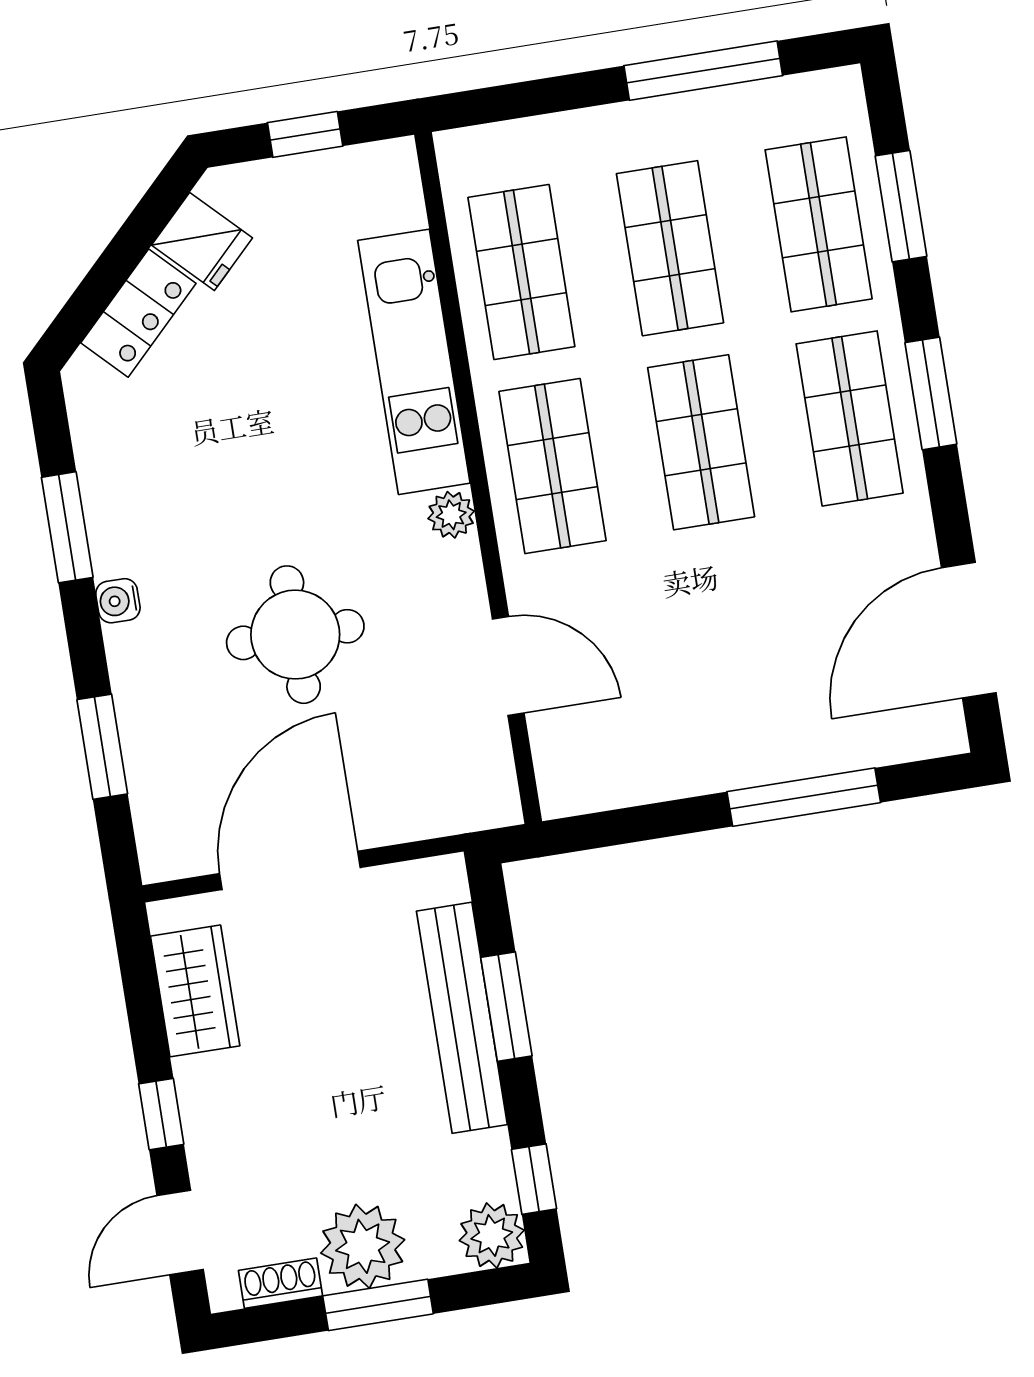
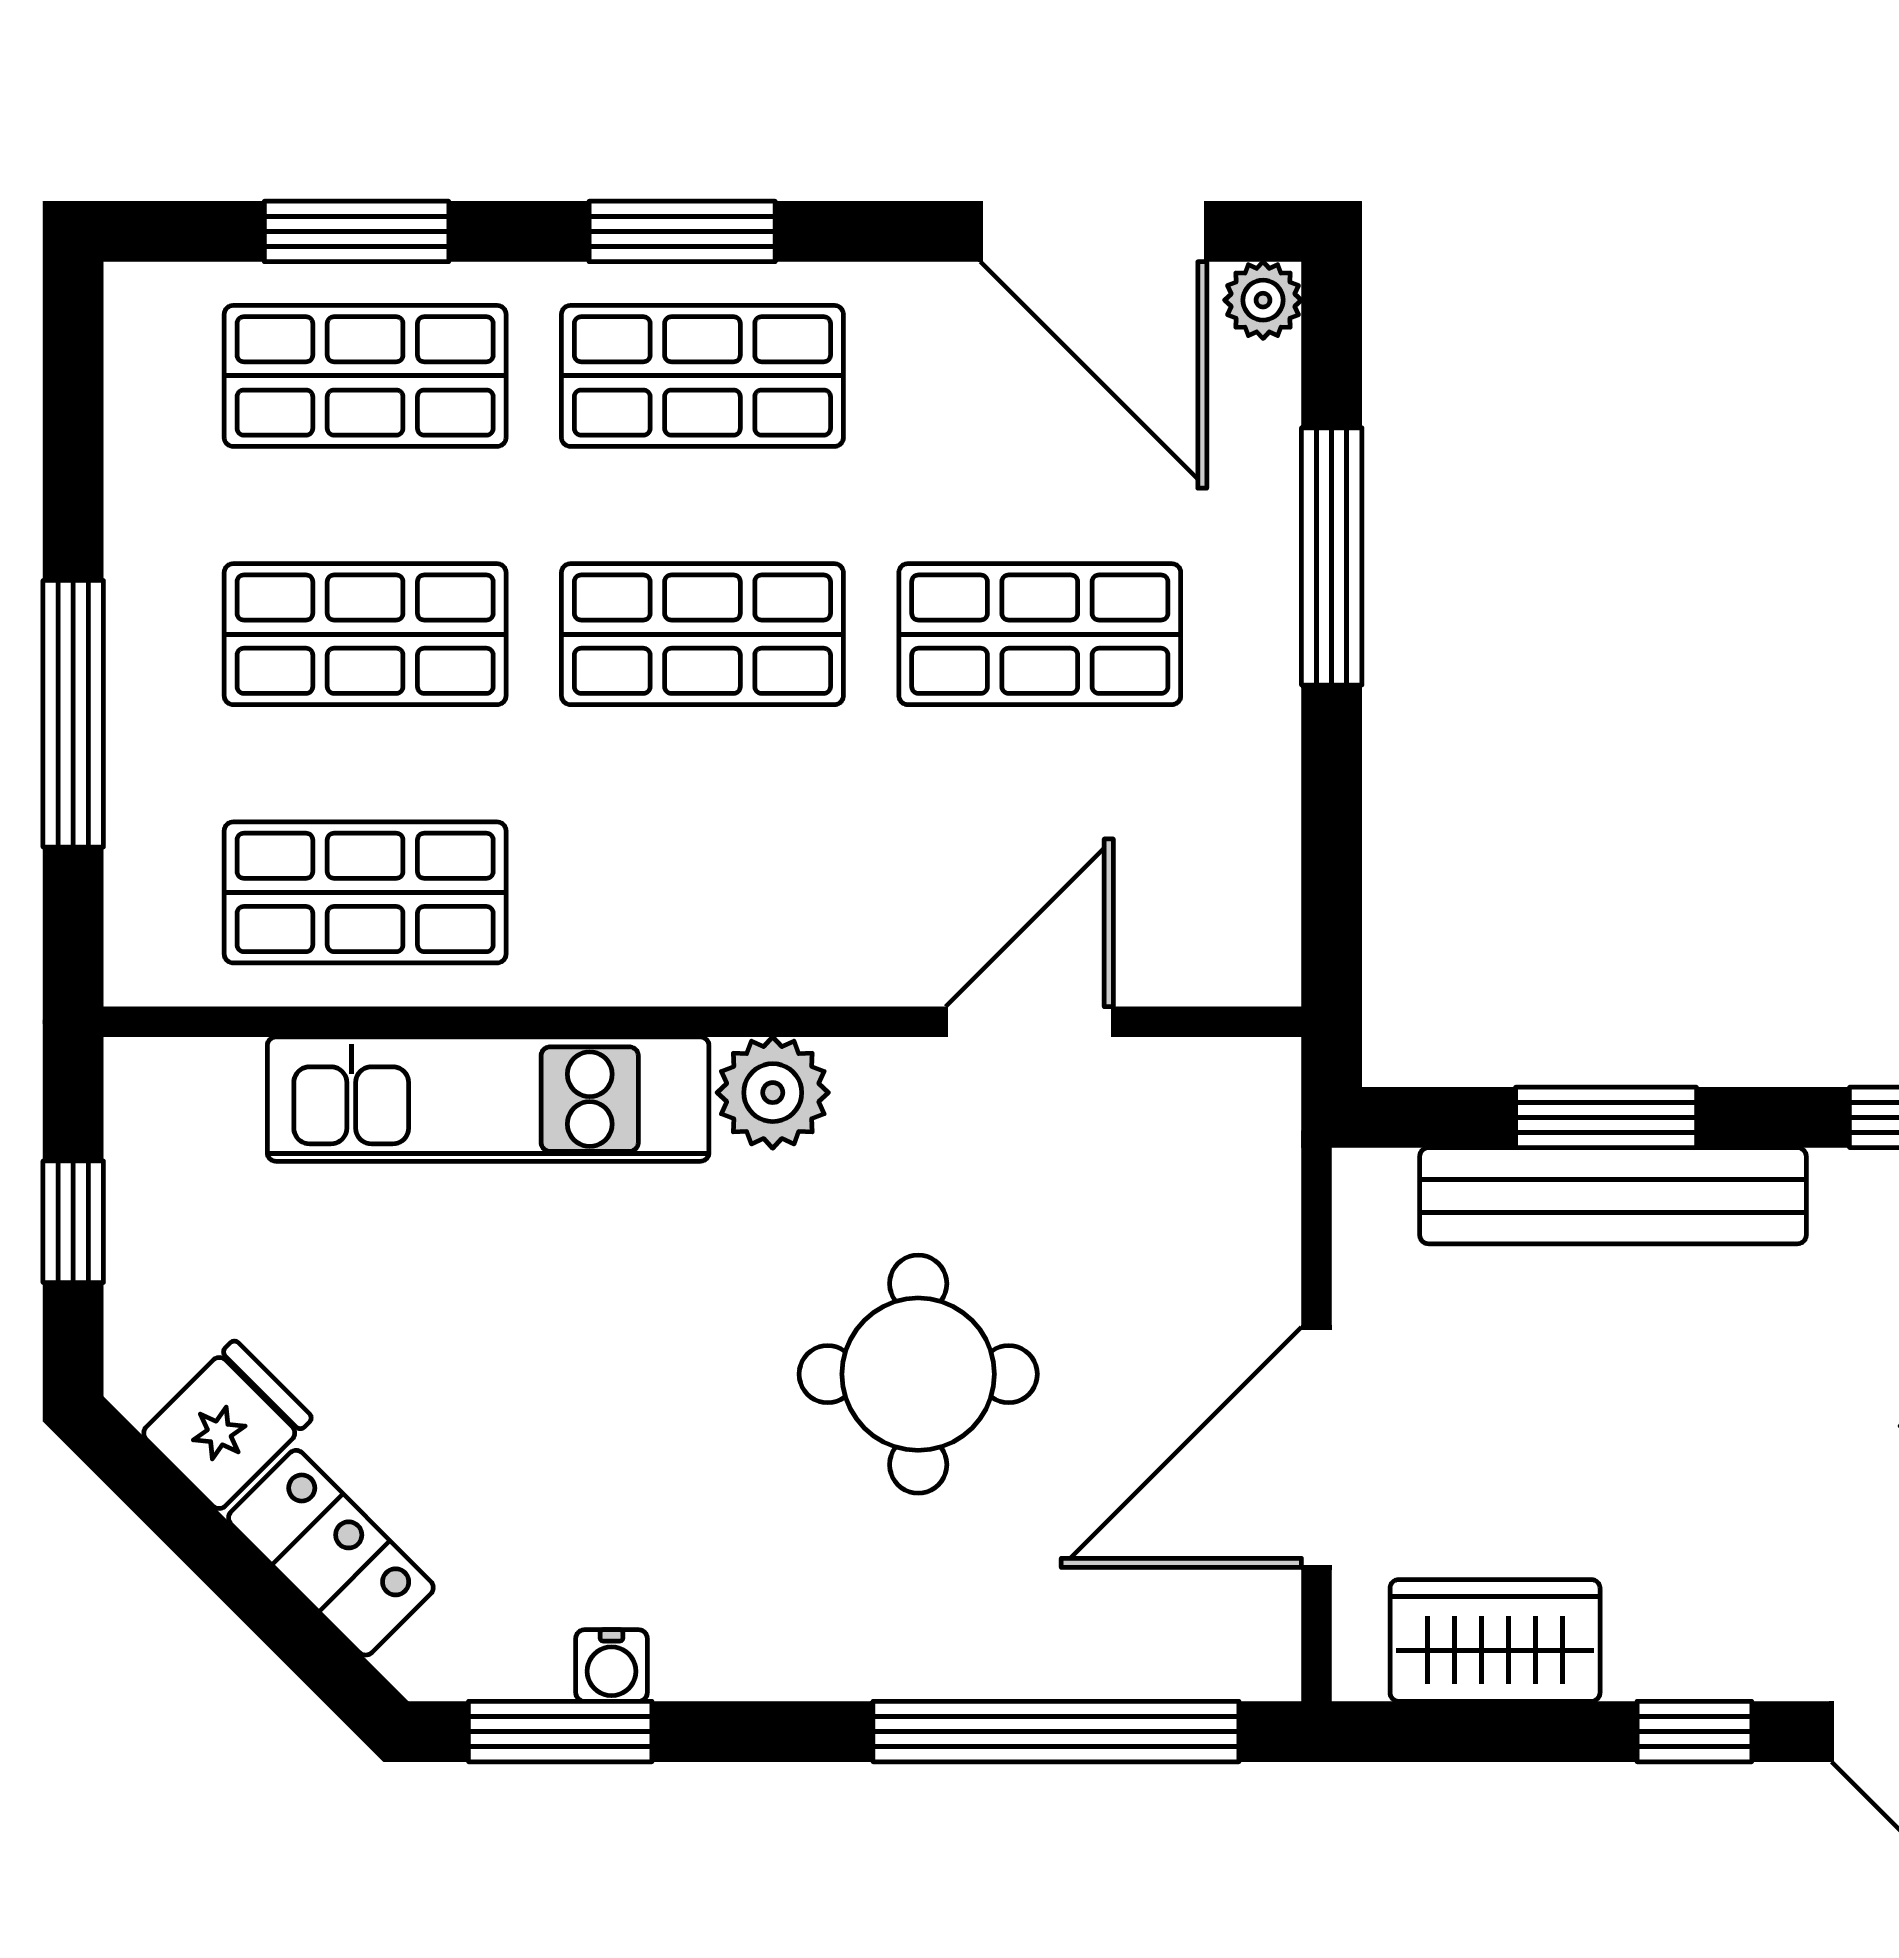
window: (703, 71) -> (73, 714), moved
shop shelf: (553, 466) -> (1040, 634), moved
plant: (451, 515) -> (773, 1093), width x1.38, depth x1.38
window: (67, 527) -> (560, 1732), moved
water cooler: (118, 601) -> (612, 1666), moved
plant: (945, 734) -> (1263, 300), added
window: (102, 747) -> (1056, 1732), width x2.11
door: (290, 870) -> (1317, 1447), hinge flipped

